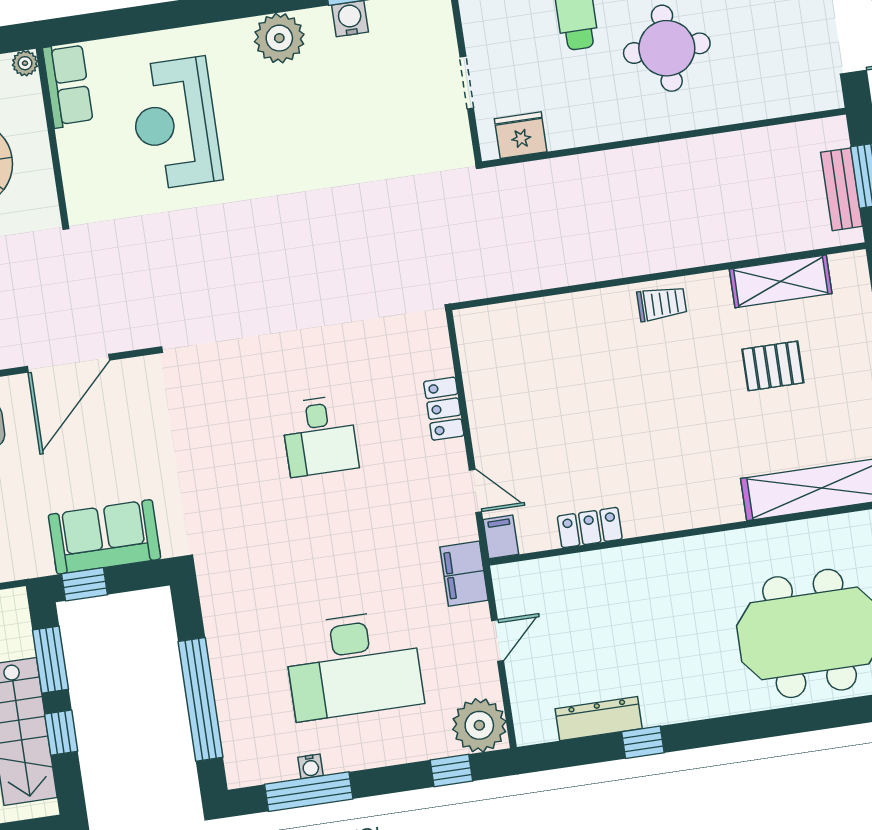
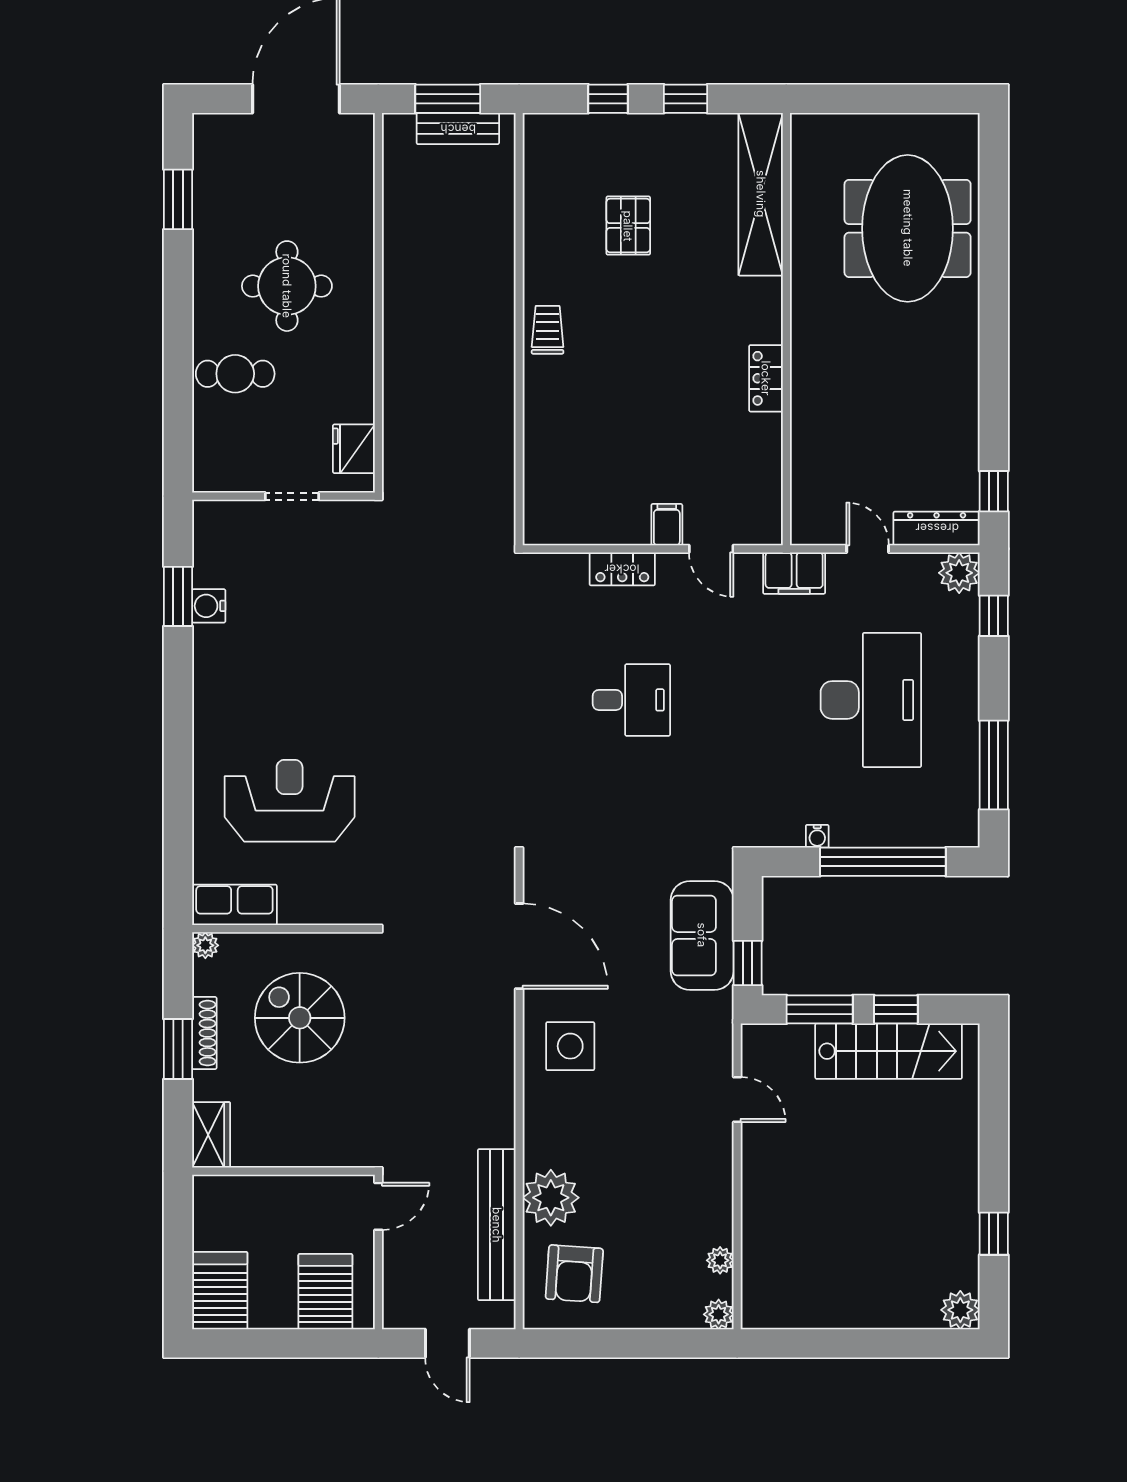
plant: (279, 38) -> (218, 681), removed
reception desk: (175, 123) -> (290, 801), turned 180
shelving: (781, 281) -> (543, 205), removed
door: (475, 491) -> (711, 549), swing flipped
locker: (590, 528) -> (766, 378), moved
filing cabinet: (501, 537) -> (667, 525), moved, turned 90
dresser: (599, 719) -> (937, 528), moved, turned 90
plant: (479, 725) -> (959, 573), width x0.73, depth x0.73
window: (643, 742) -> (994, 491), moved
water cooler: (311, 766) -> (817, 836), moved, turned 90

